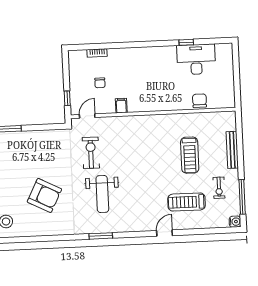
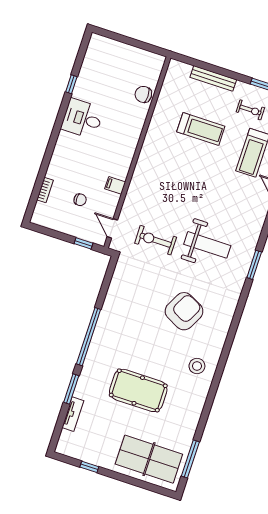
desk: (196, 59) -> (82, 119), moved, width x0.73

